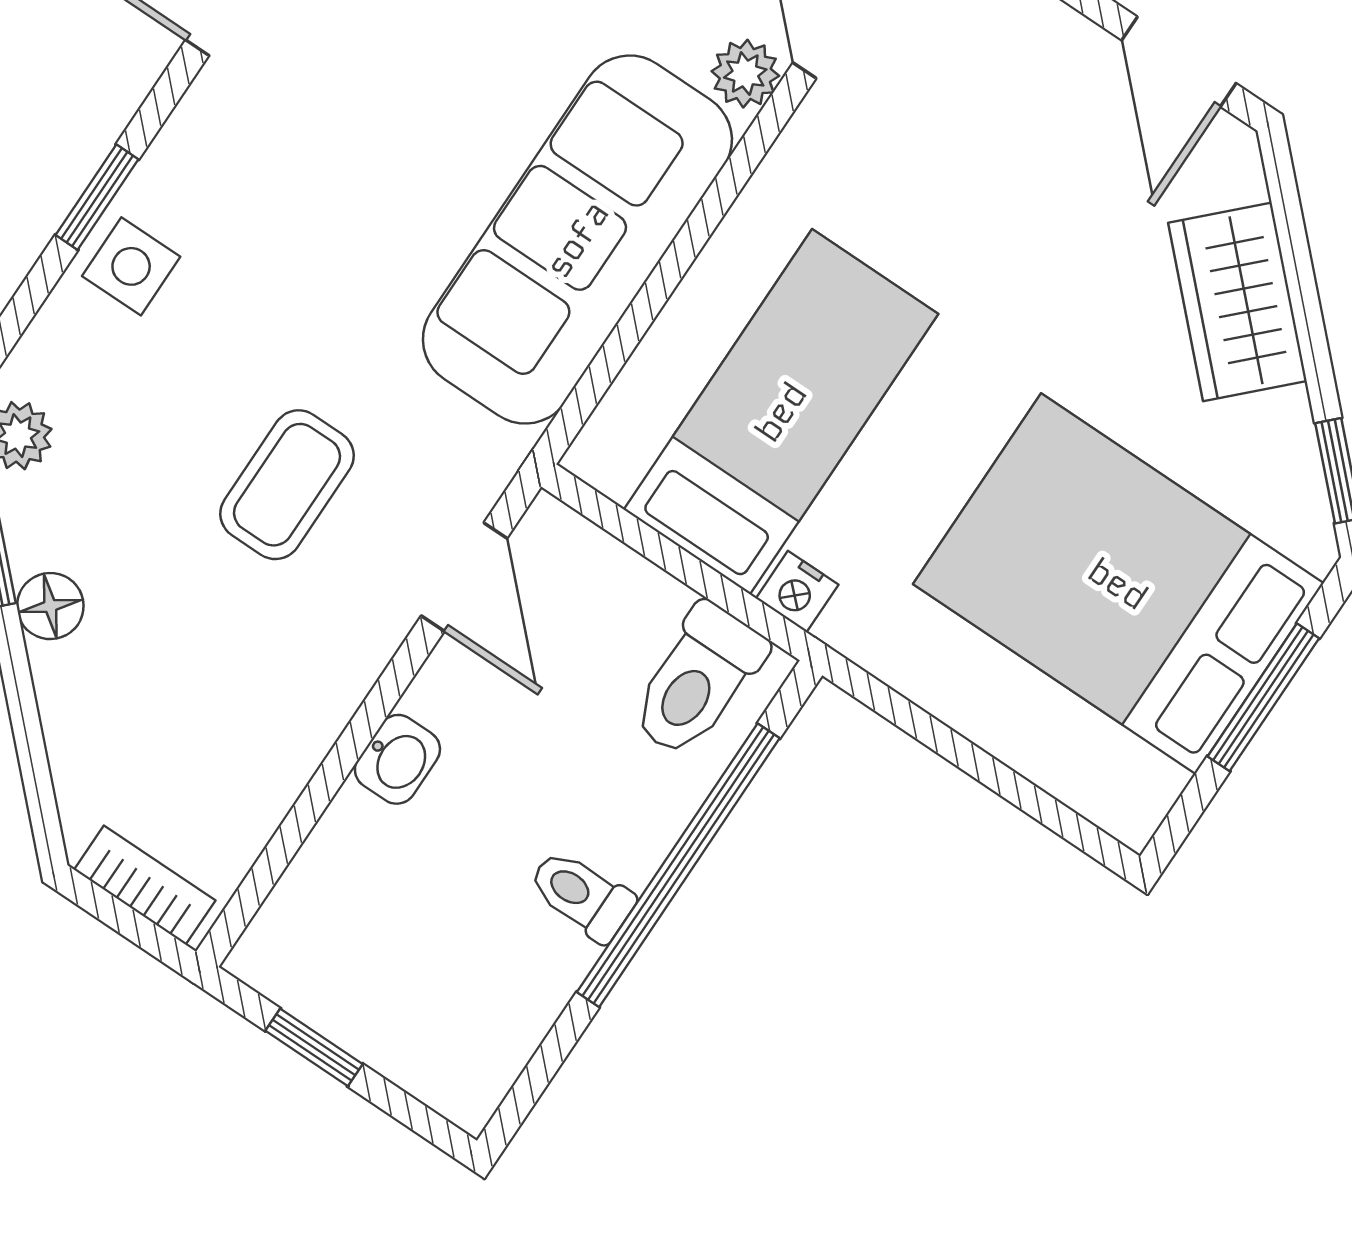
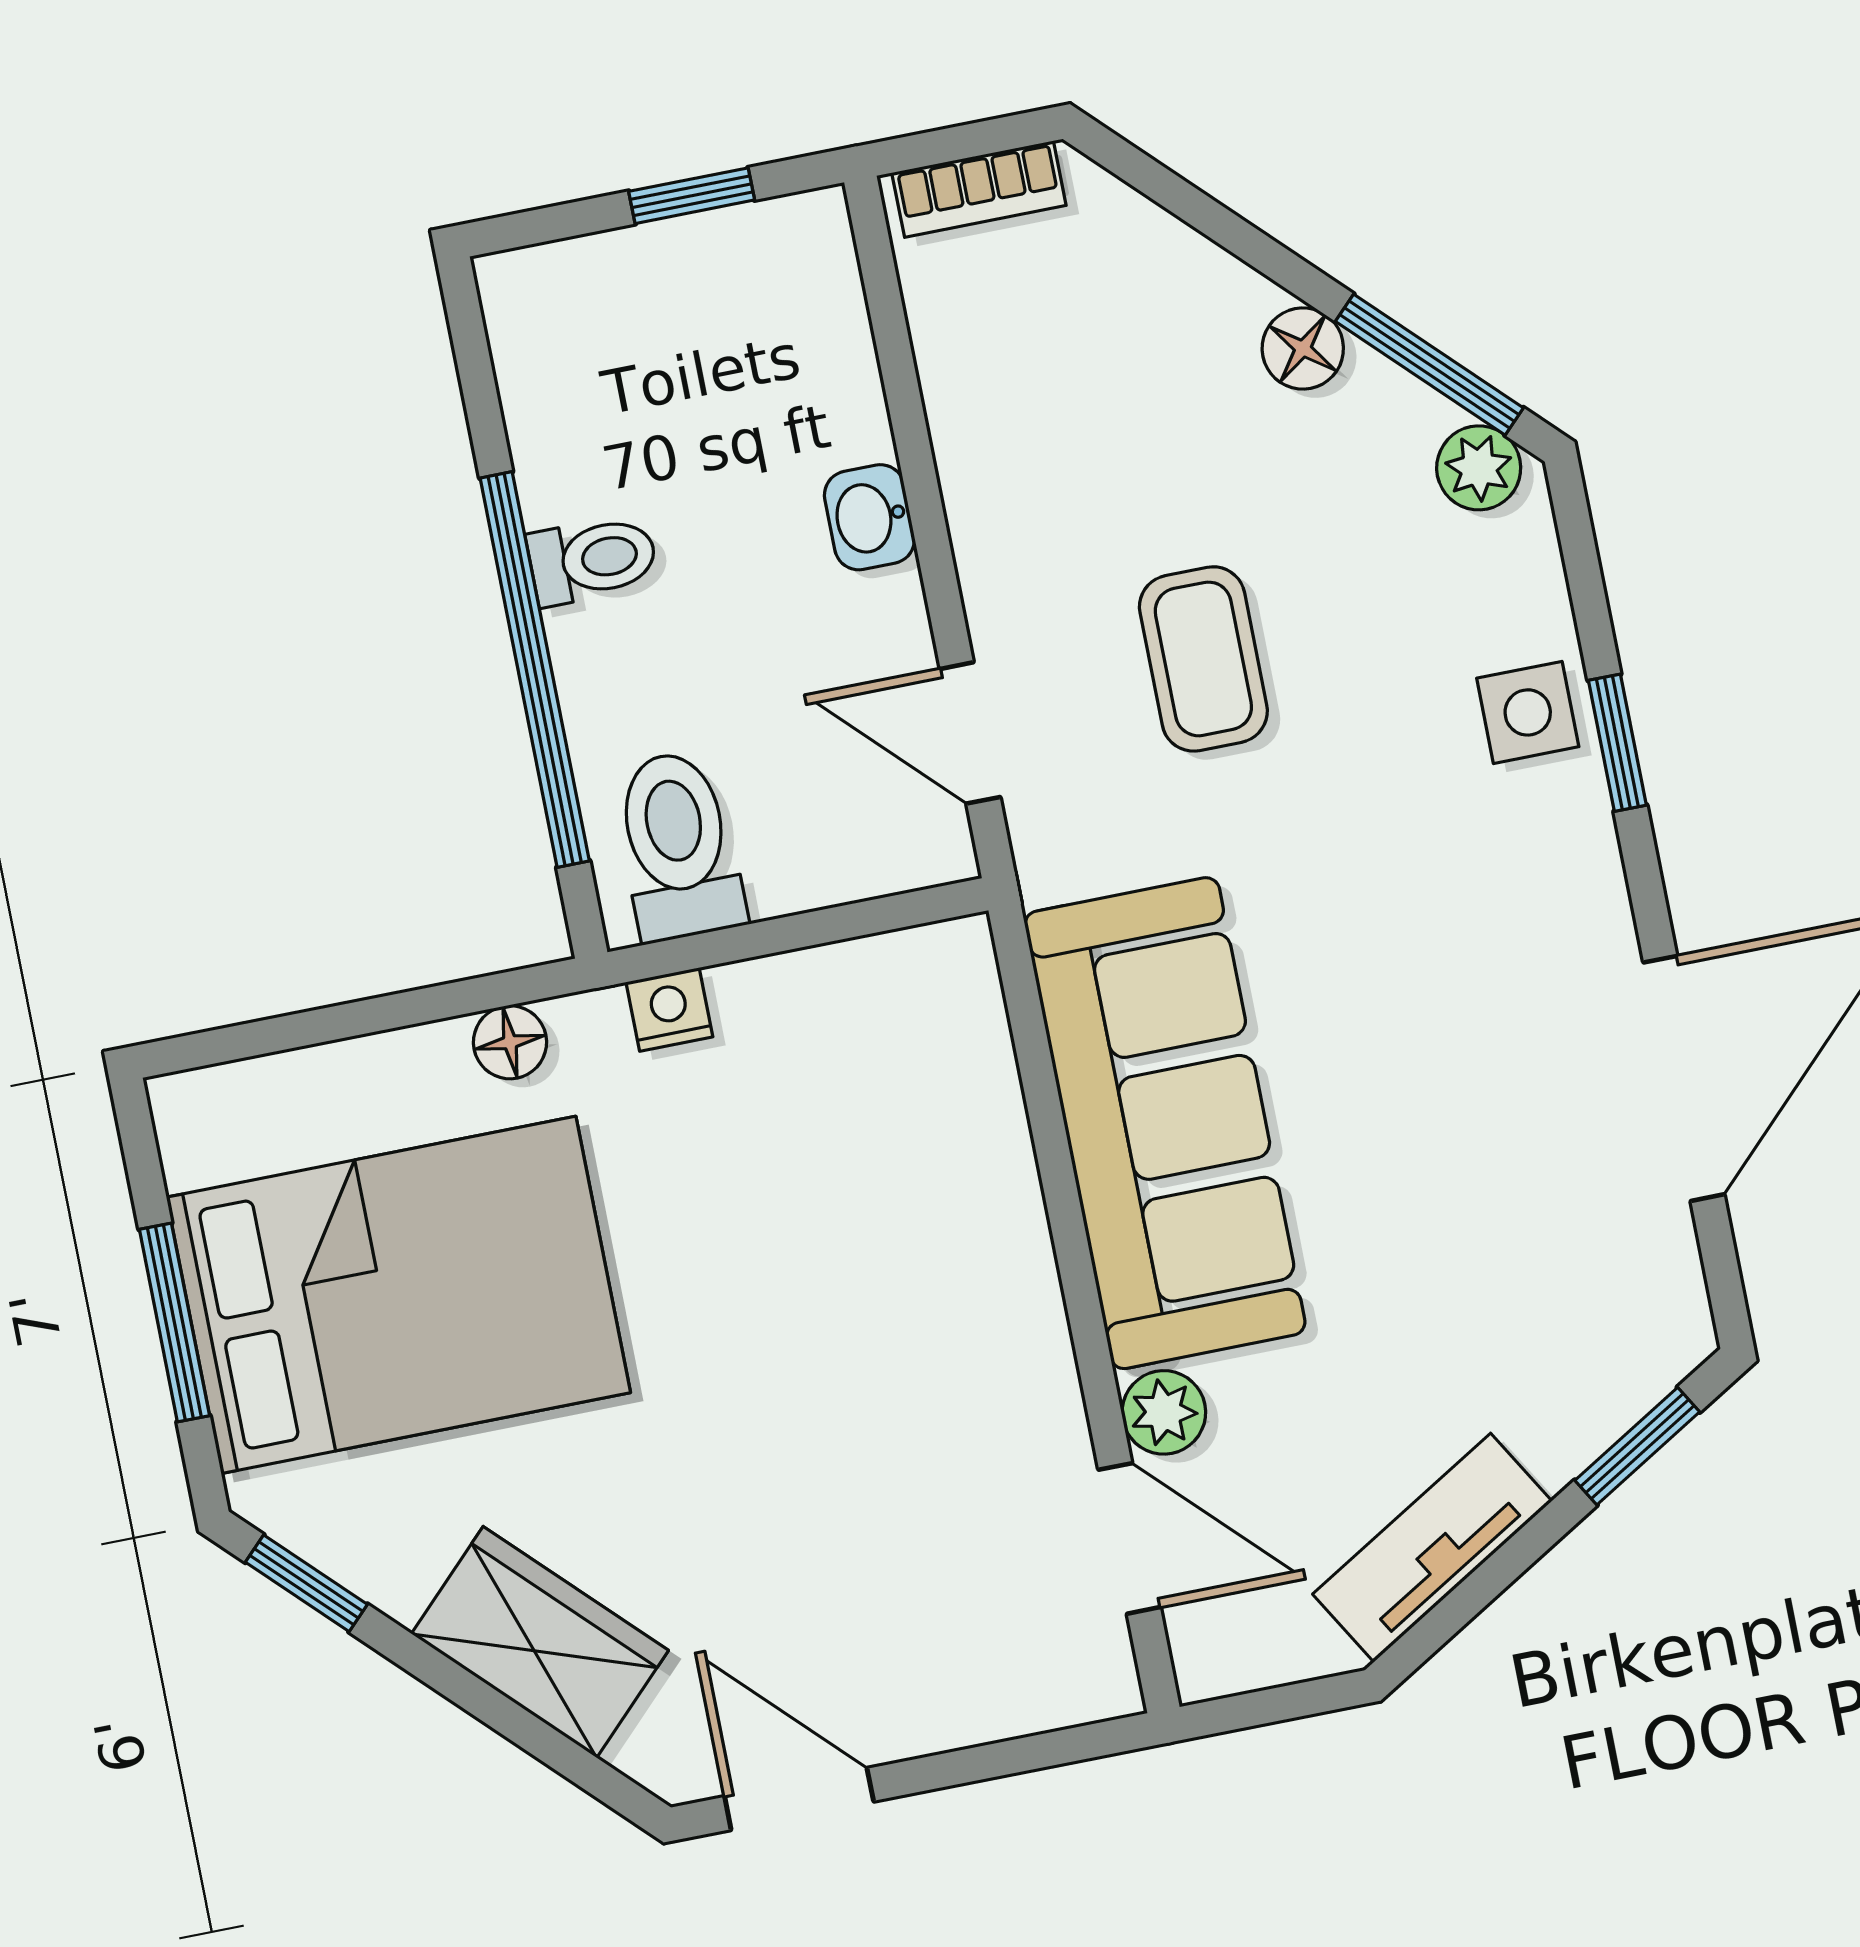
bed: (781, 412) -> (839, 1151), removed
floor lamp: (908, 665) -> (510, 1042), added

